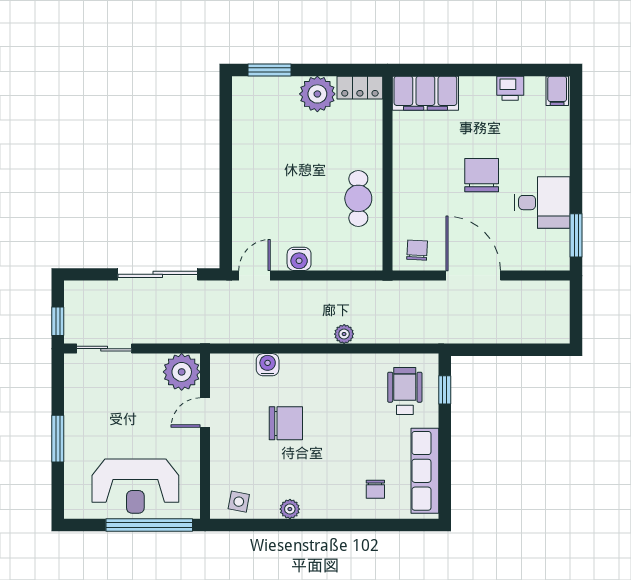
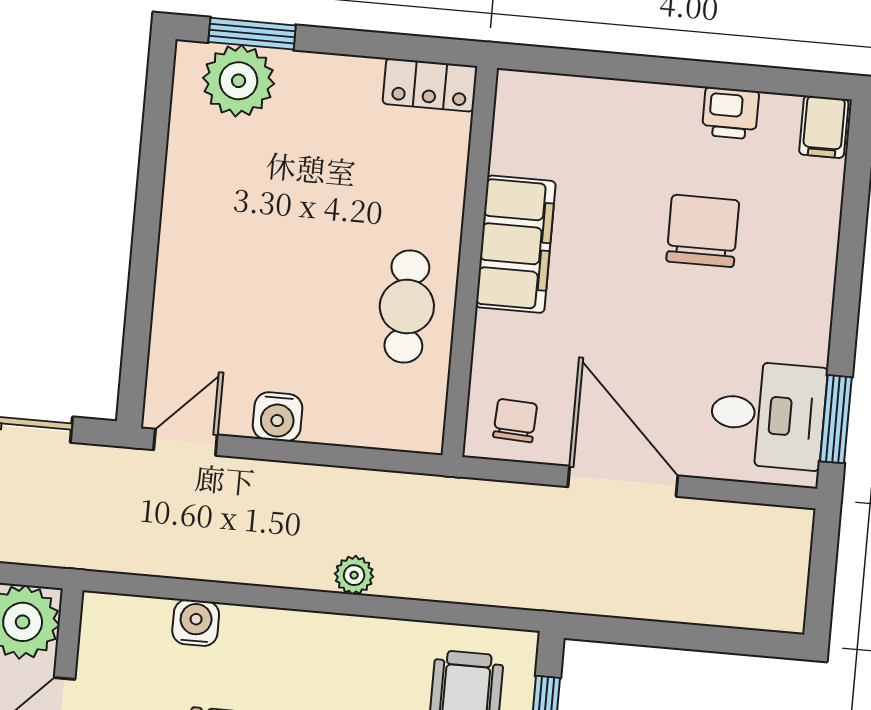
filing cabinet: (425, 93) -> (516, 244), moved, turned -90
plant: (317, 94) -> (239, 81), moved
chair: (482, 175) -> (703, 231), moved
desk: (542, 203) -> (768, 415), moved

